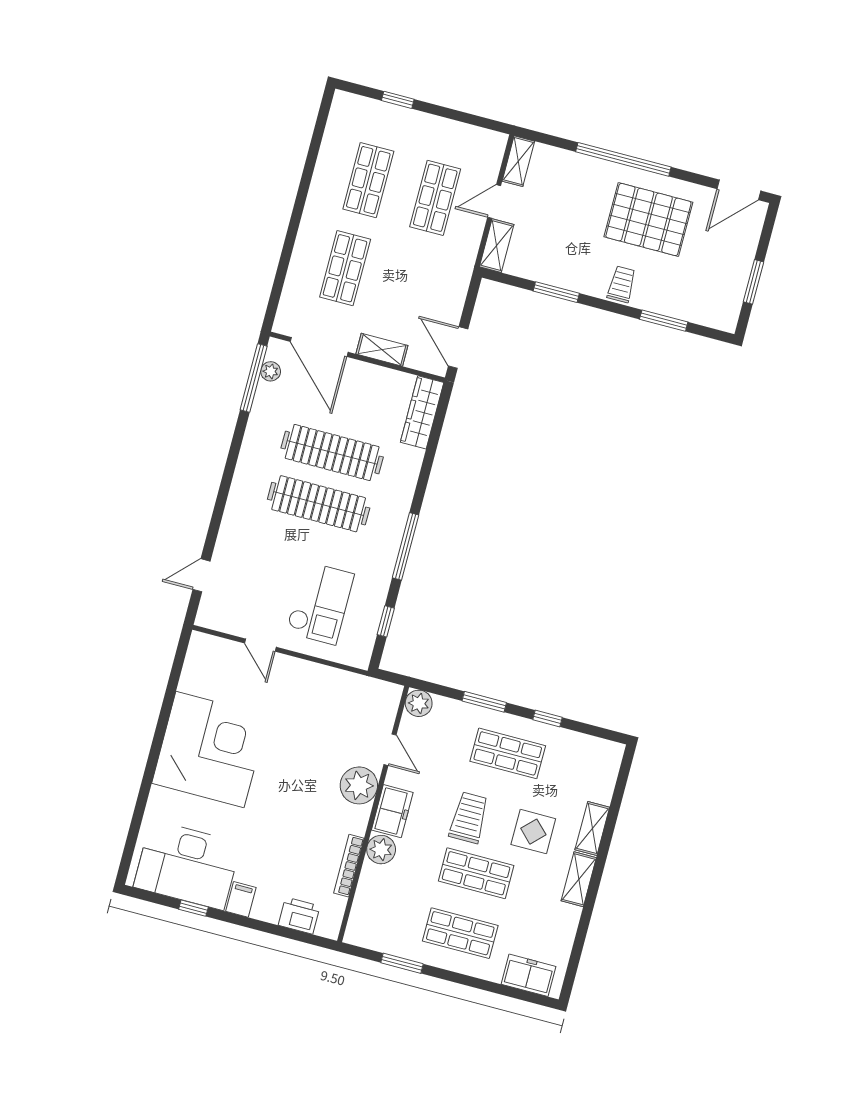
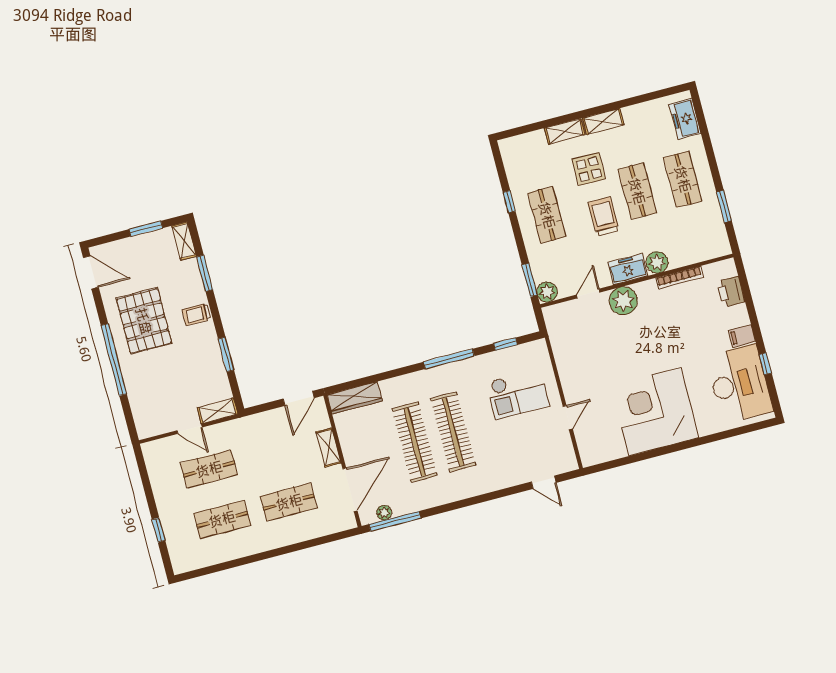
shelving: (518, 161) -> (184, 241), moved, turned 90
checkout: (320, 603) -> (518, 394), turned 180
window: (484, 702) -> (530, 280), moved
trolley: (469, 818) -> (604, 217), turned 90

